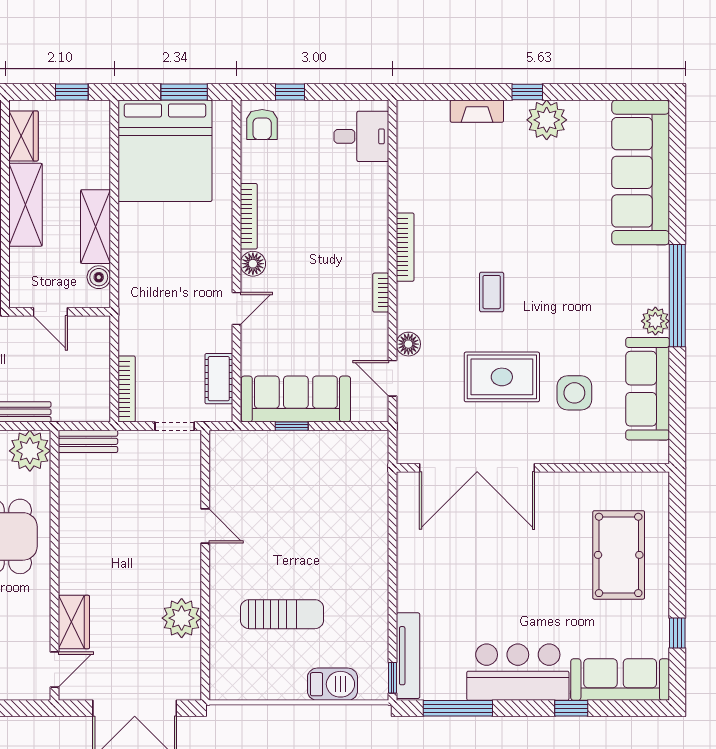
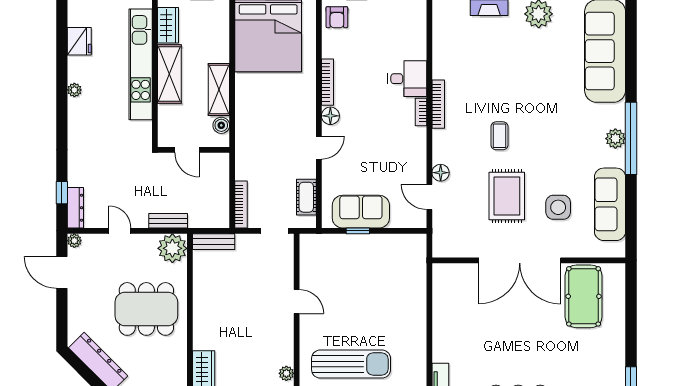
desk: (361, 136) -> (407, 79), moved
bookcase: (381, 293) -> (421, 112), moved
plant: (655, 321) -> (615, 139), moved
rug: (502, 377) -> (507, 196), turned 90
sofa: (296, 399) -> (361, 212), width x0.73
double door: (477, 468) -> (520, 260), moved
pool table: (619, 555) -> (584, 296), moved
sun lounger: (282, 614) -> (351, 364), width x1.36, depth x1.34
plant: (182, 618) -> (286, 373), width x0.53, depth x0.53

